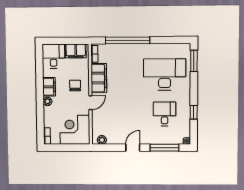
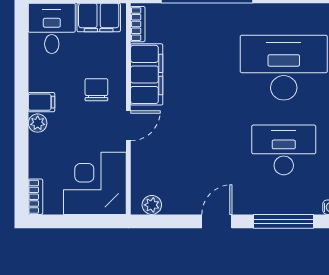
filing cabinet: (49, 87) -> (41, 102), width x0.50
desk: (165, 114) -> (284, 150), width x1.37

